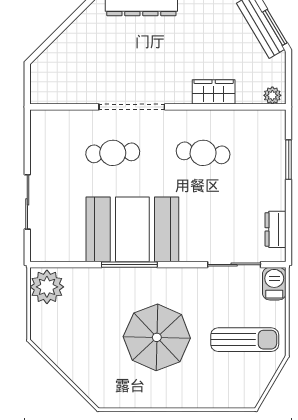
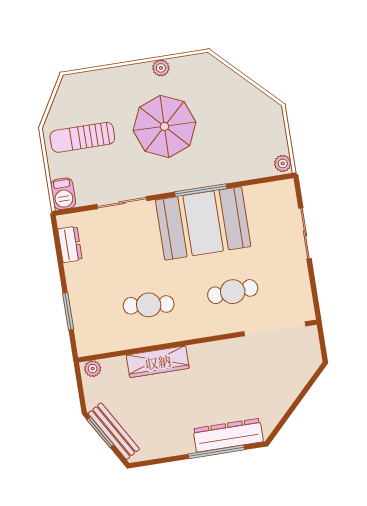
wardrobe: (214, 92) -> (158, 362), width x1.50
doorway: (132, 107) -> (275, 329), moved
sliding door: (234, 265) -> (122, 203), moved
plant: (47, 287) -> (283, 163), width x0.53, depth x0.53
plant: (151, 399) -> (161, 68), added

